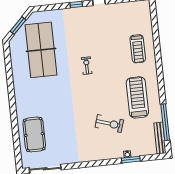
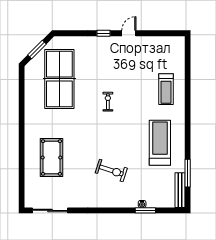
window: (165, 122) -> (188, 173), width x0.68
exercise bike: (109, 124) -> (111, 170), moved
pool table: (34, 134) -> (51, 158), moved

